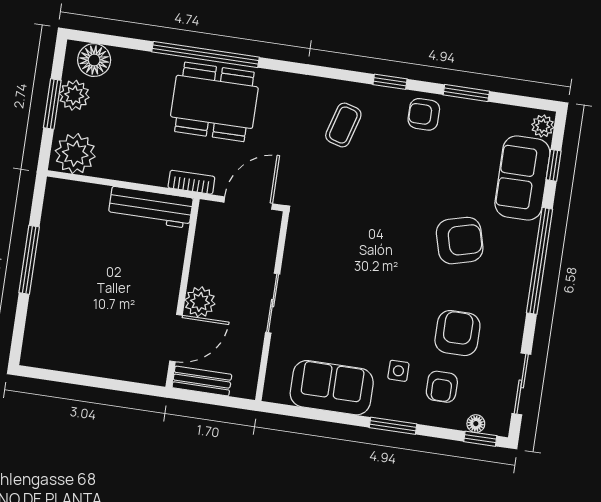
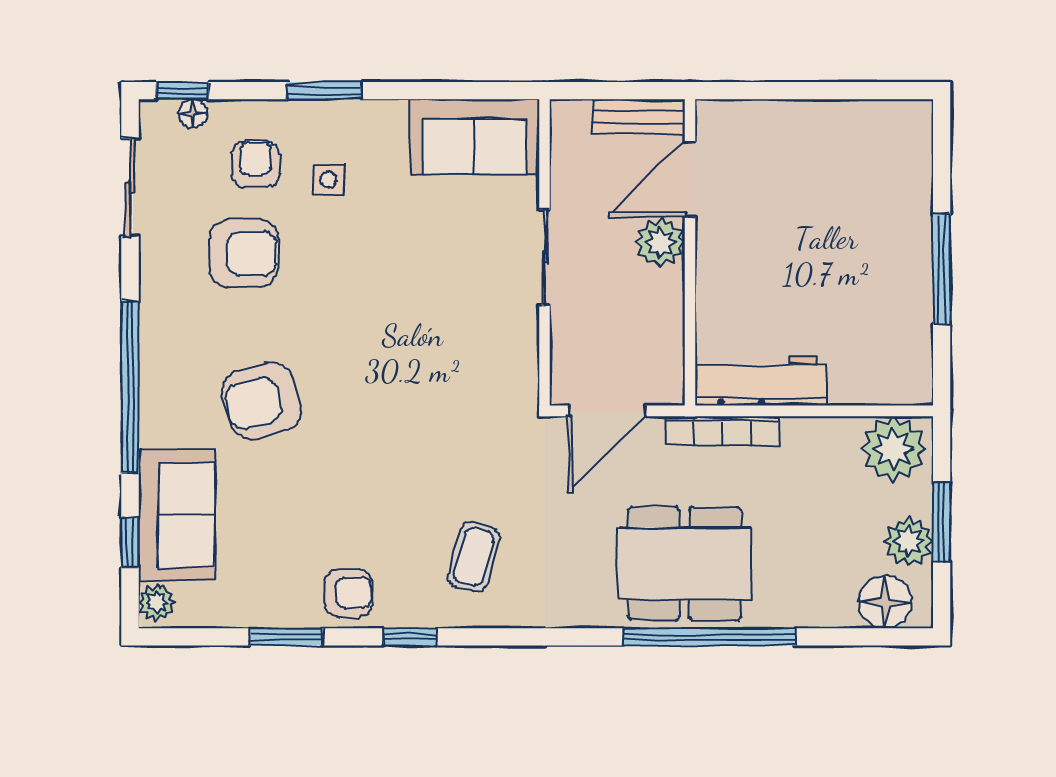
bookcase: (191, 182) -> (722, 431), width x1.56
armchair: (457, 333) -> (244, 253), turned -90
sofa: (332, 388) -> (474, 137), moved

